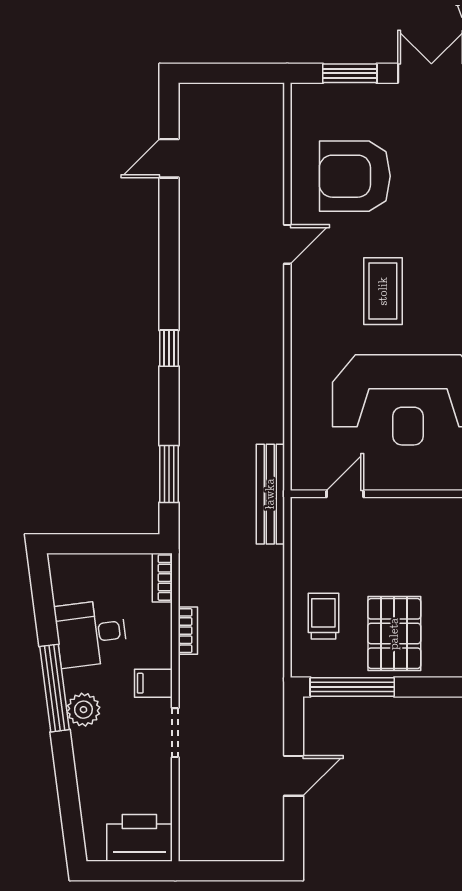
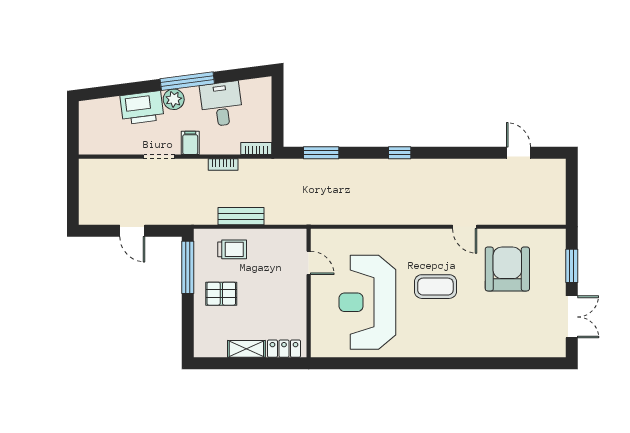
bench: (270, 494) -> (241, 216), moved, width x0.73
pallet: (394, 634) -> (221, 294), width x0.67, depth x0.71
printer: (139, 838) -> (142, 108), moved, turned 83

